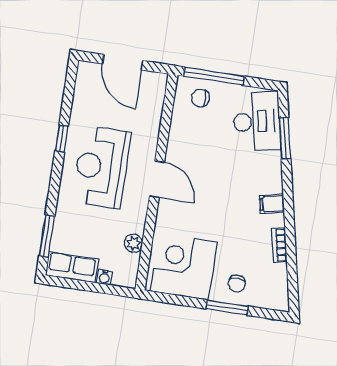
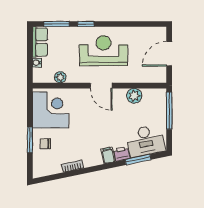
chair: (200, 98) -> (155, 104), removed
plant: (181, 129) -> (134, 96), added
window: (62, 139) -> (86, 24), moved
printer: (272, 163) -> (122, 154), added
door: (157, 179) -> (101, 86), hinge flipped
filing cabinet: (272, 204) -> (108, 155), moved

